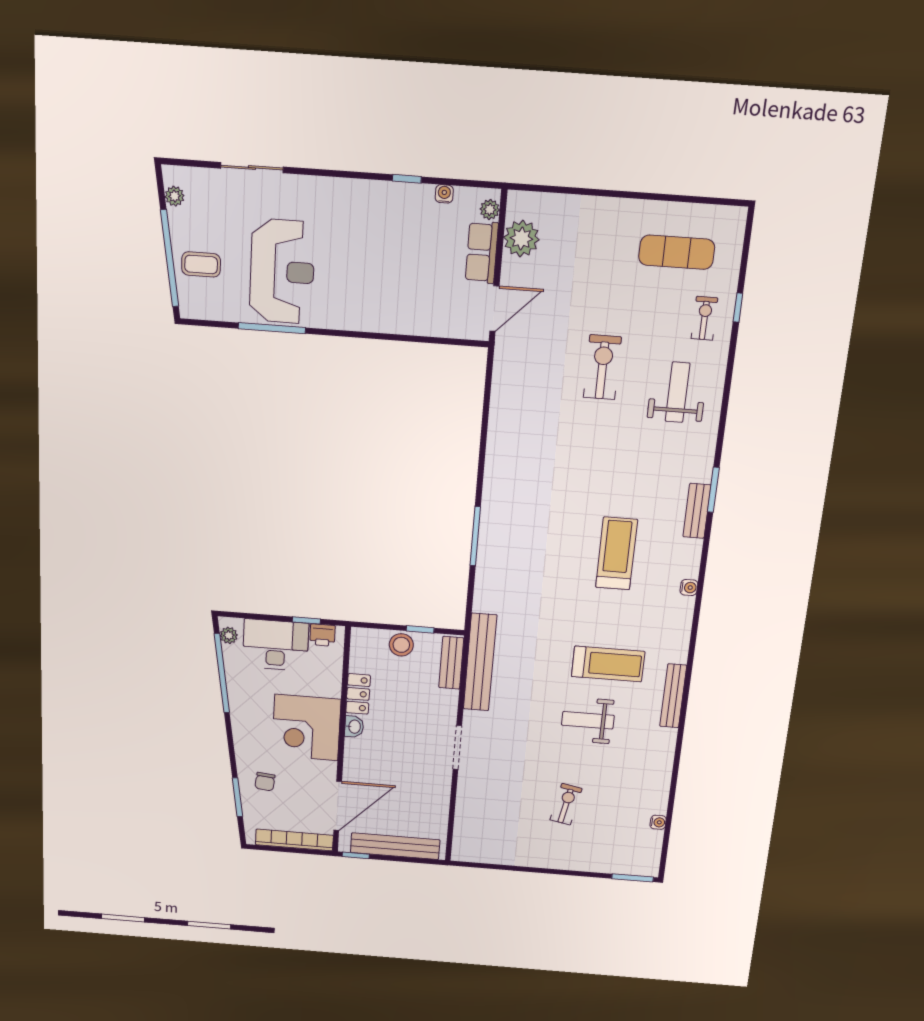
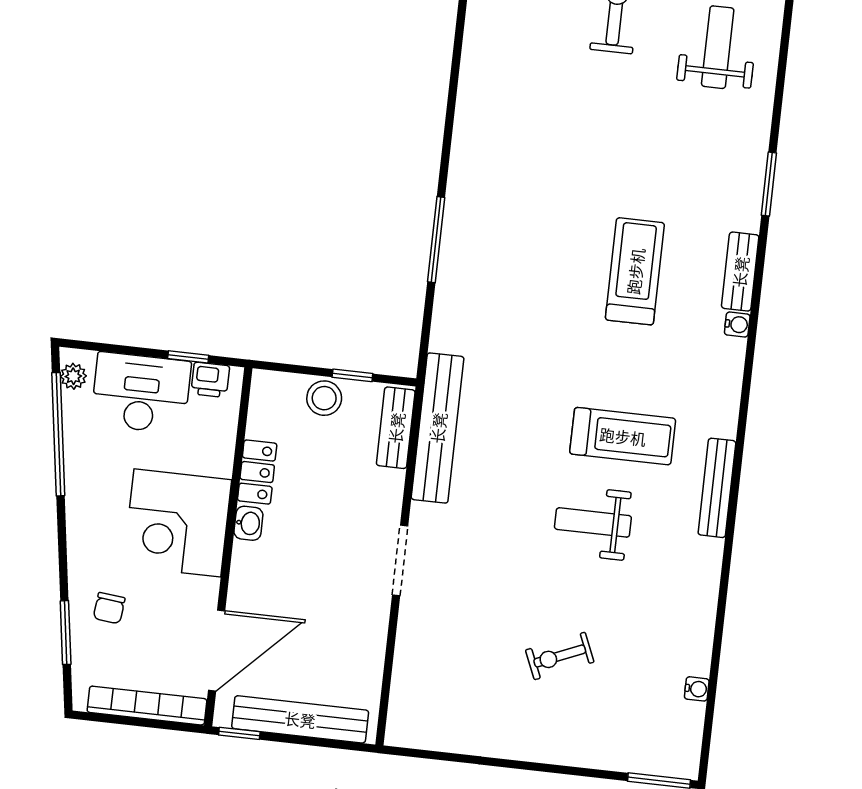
bench: (697, 511) -> (740, 272), moved
exercise bike: (566, 804) -> (560, 656), turned -124

